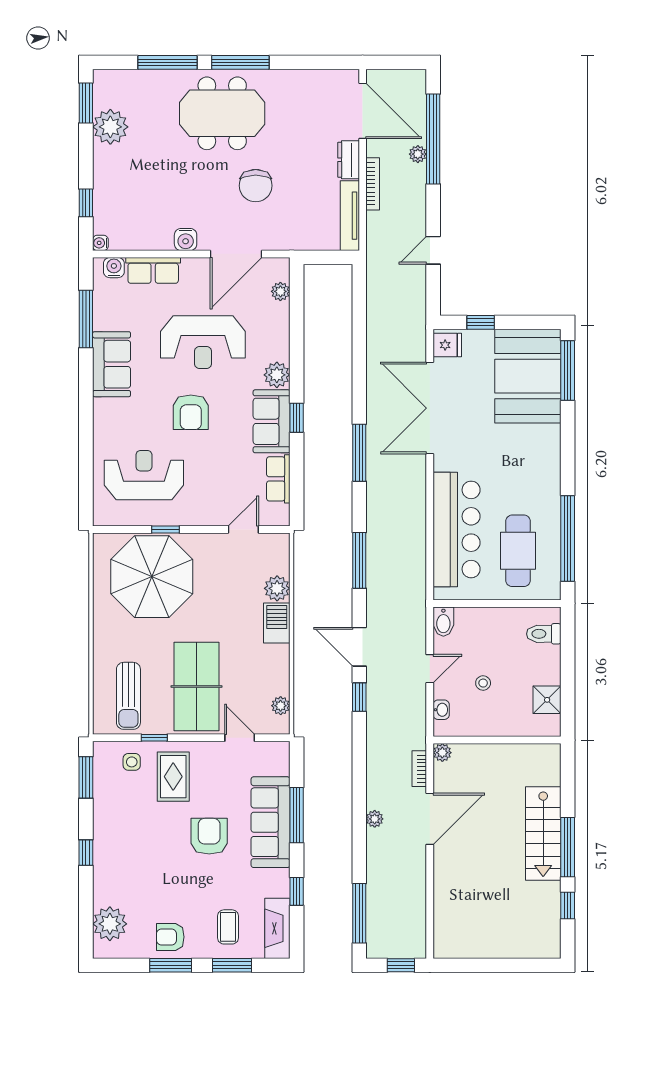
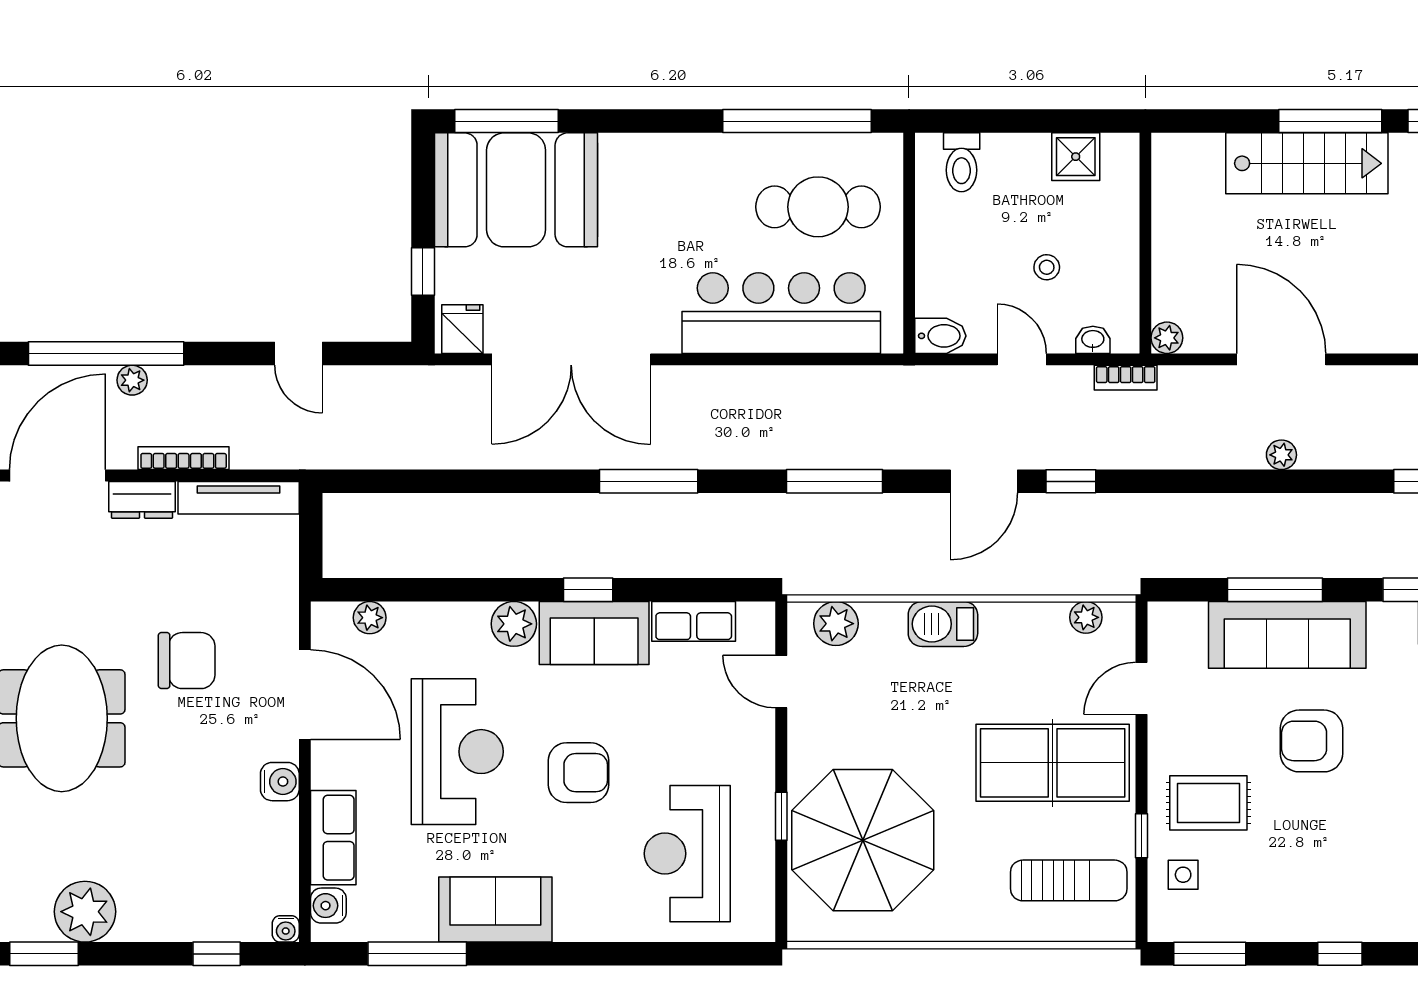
plant: (277, 588) -> (836, 624), moved
bookcase: (419, 769) -> (1126, 378), moved

